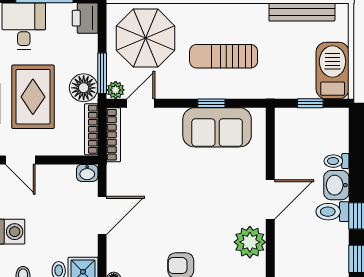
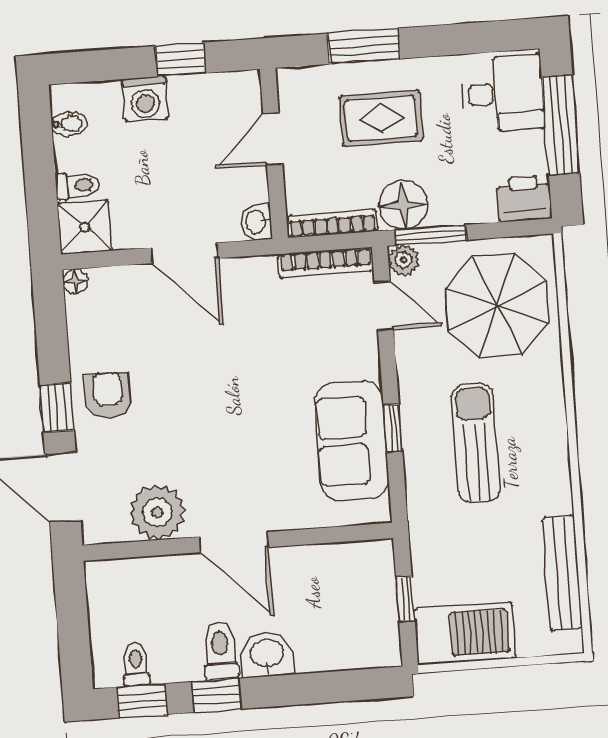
rug: (33, 97) -> (381, 118), width x0.73, depth x0.70
door: (20, 160) -> (273, 139), moved
toilet: (337, 161) -> (136, 665), moved

